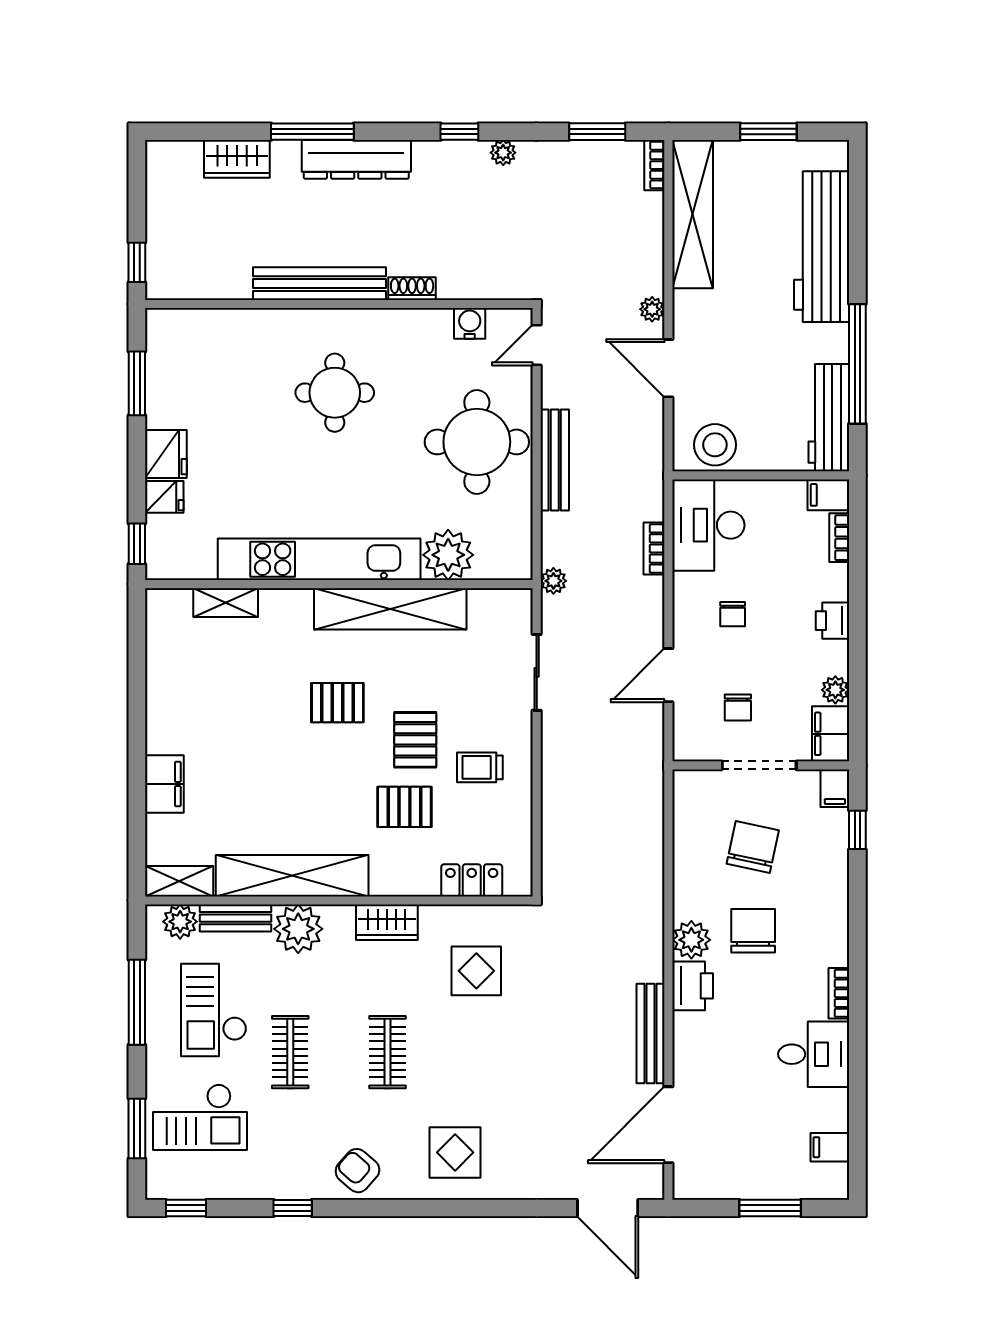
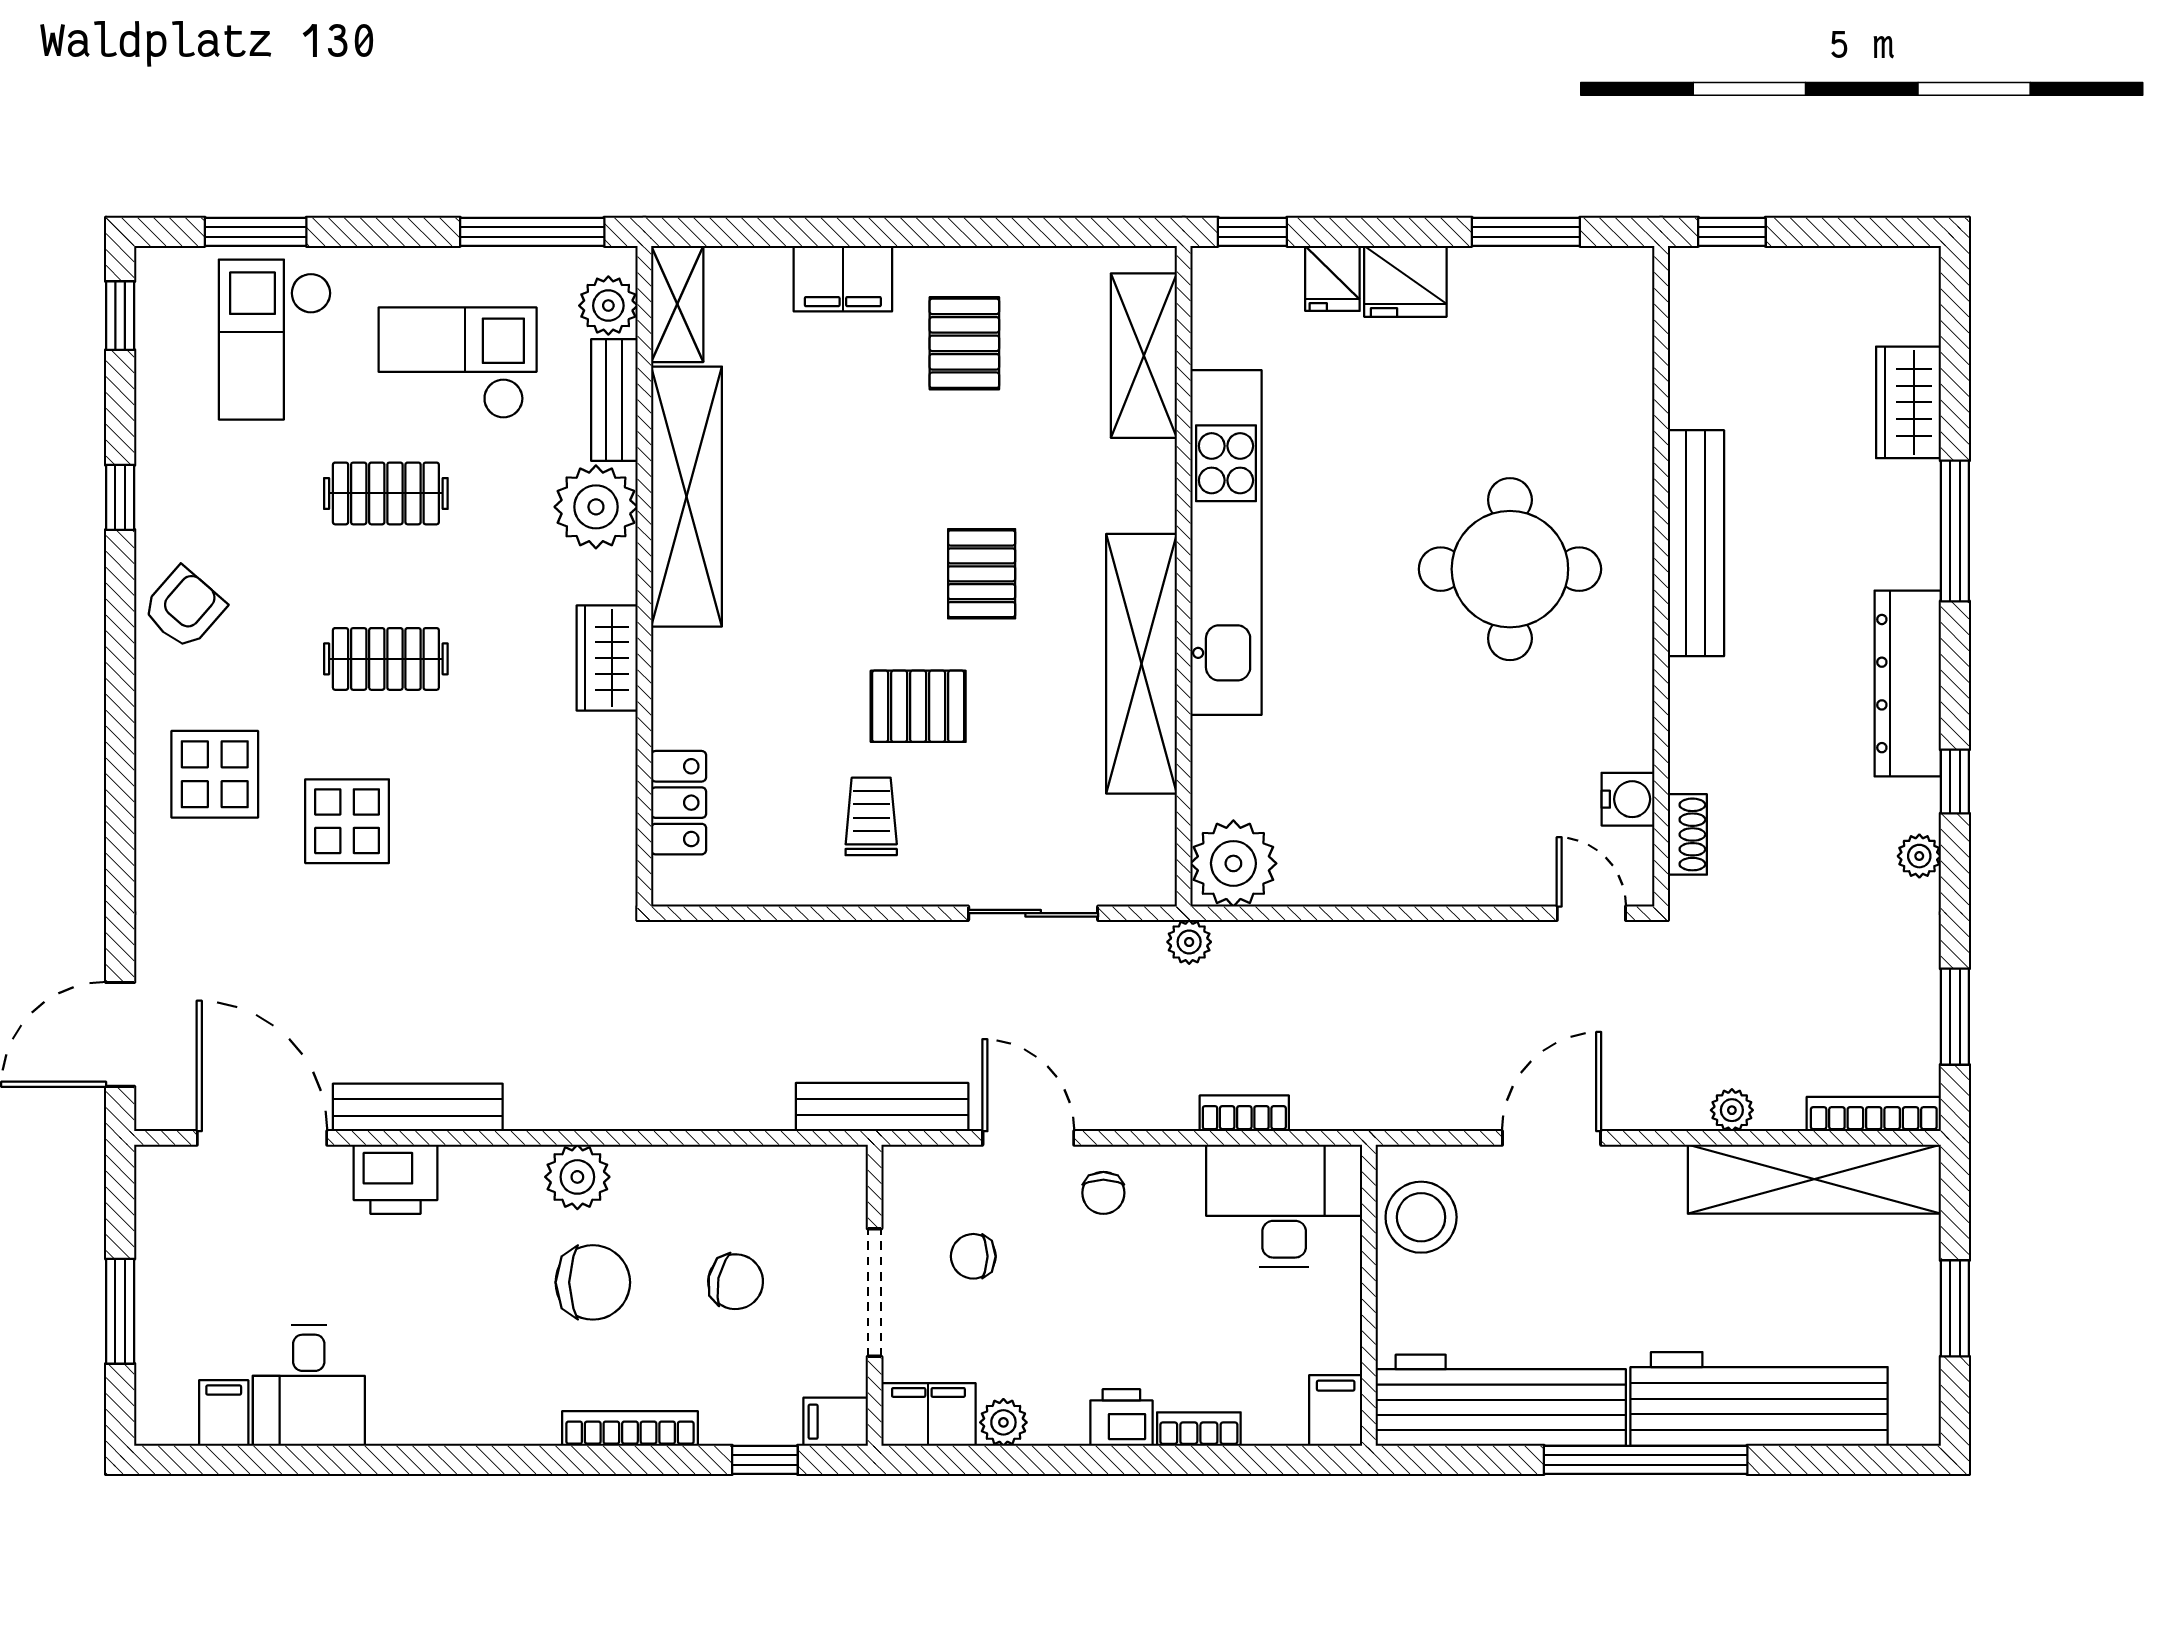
dresser: (356, 159) -> (1908, 684), moved
bookcase: (654, 165) -> (1874, 1114), width x1.56
shoe rack: (412, 289) -> (1687, 834), moved
plant: (652, 309) -> (1732, 1110), moved
window: (857, 364) -> (1646, 1460), moved
round table: (335, 393) -> (1510, 569), width x1.36, depth x1.36
workbench: (829, 418) -> (1501, 1400), width x1.36, depth x1.32
round table: (477, 442) -> (1426, 811), removed
bench: (555, 460) -> (882, 1107), moved
bookcase: (839, 538) -> (1199, 1429), moved
plant: (448, 555) -> (1233, 863), moved
shelving: (226, 603) -> (1144, 356), width x1.50, depth x1.33
chair: (733, 614) -> (1103, 1193), moved, turned -90
pallet: (404, 807) -> (964, 343), moved
chair: (753, 847) -> (736, 1282), width x0.73, depth x0.73
display table: (476, 971) -> (347, 821), moved
printer: (693, 986) -> (395, 1179), moved
bookcase: (839, 993) -> (630, 1428), moved, width x1.56
window: (137, 1002) -> (532, 232), moved
desk: (814, 1054) -> (309, 1385), moved

